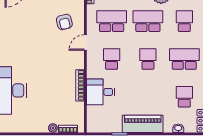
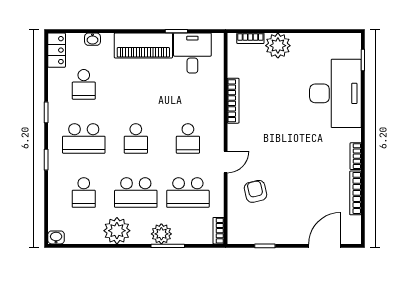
desk: (101, 92) -> (192, 53), moved, turned -90
plant: (53, 128) -> (278, 46), width x1.88, depth x1.88

